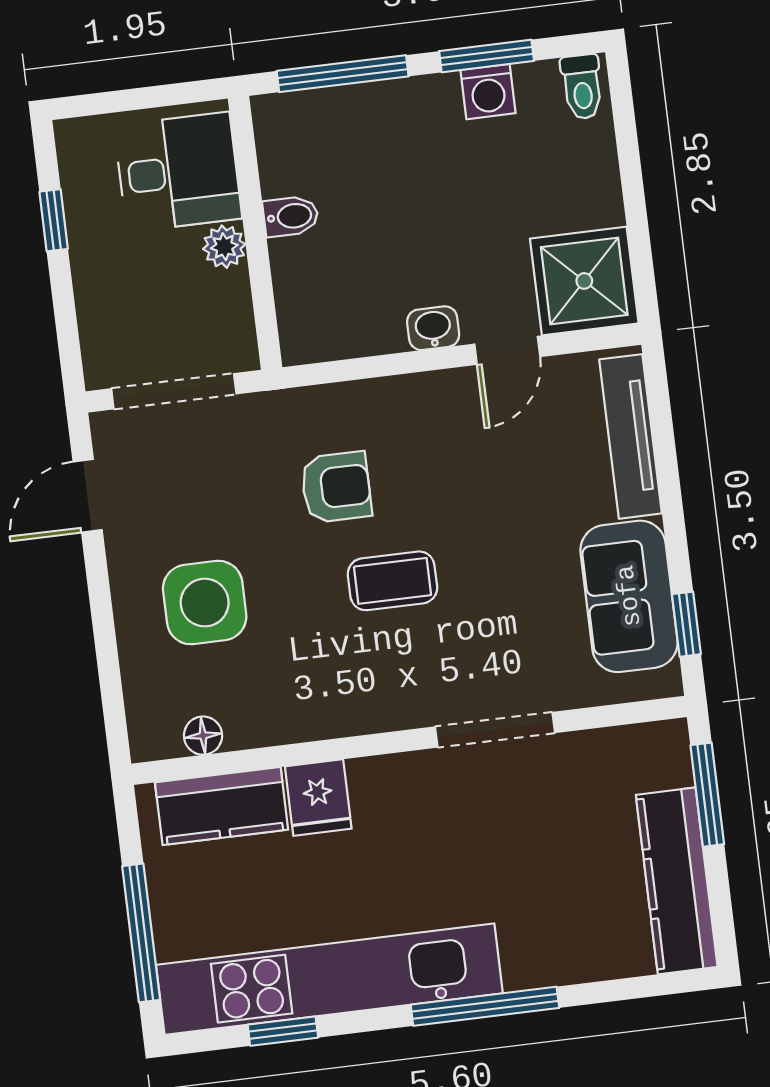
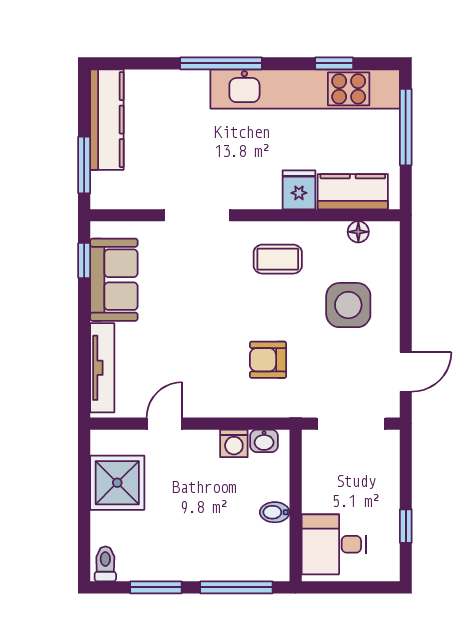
washing machine: (488, 92) -> (234, 443), moved, turned 180
plant: (224, 247) -> (313, 500), removed
shower: (584, 281) -> (117, 483), moved
washbasin: (433, 328) -> (264, 441), moved
coffee table: (392, 581) -> (278, 259), moved

